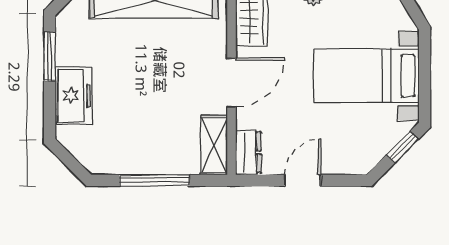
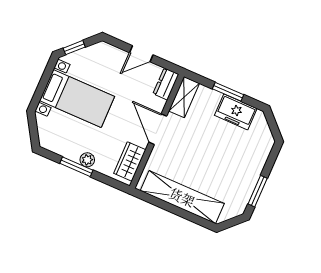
door: (232, 83) -> (158, 129), hinge flipped
freezer: (74, 96) -> (236, 112), moved, turned -90
window: (154, 180) -> (228, 92), width x0.69

